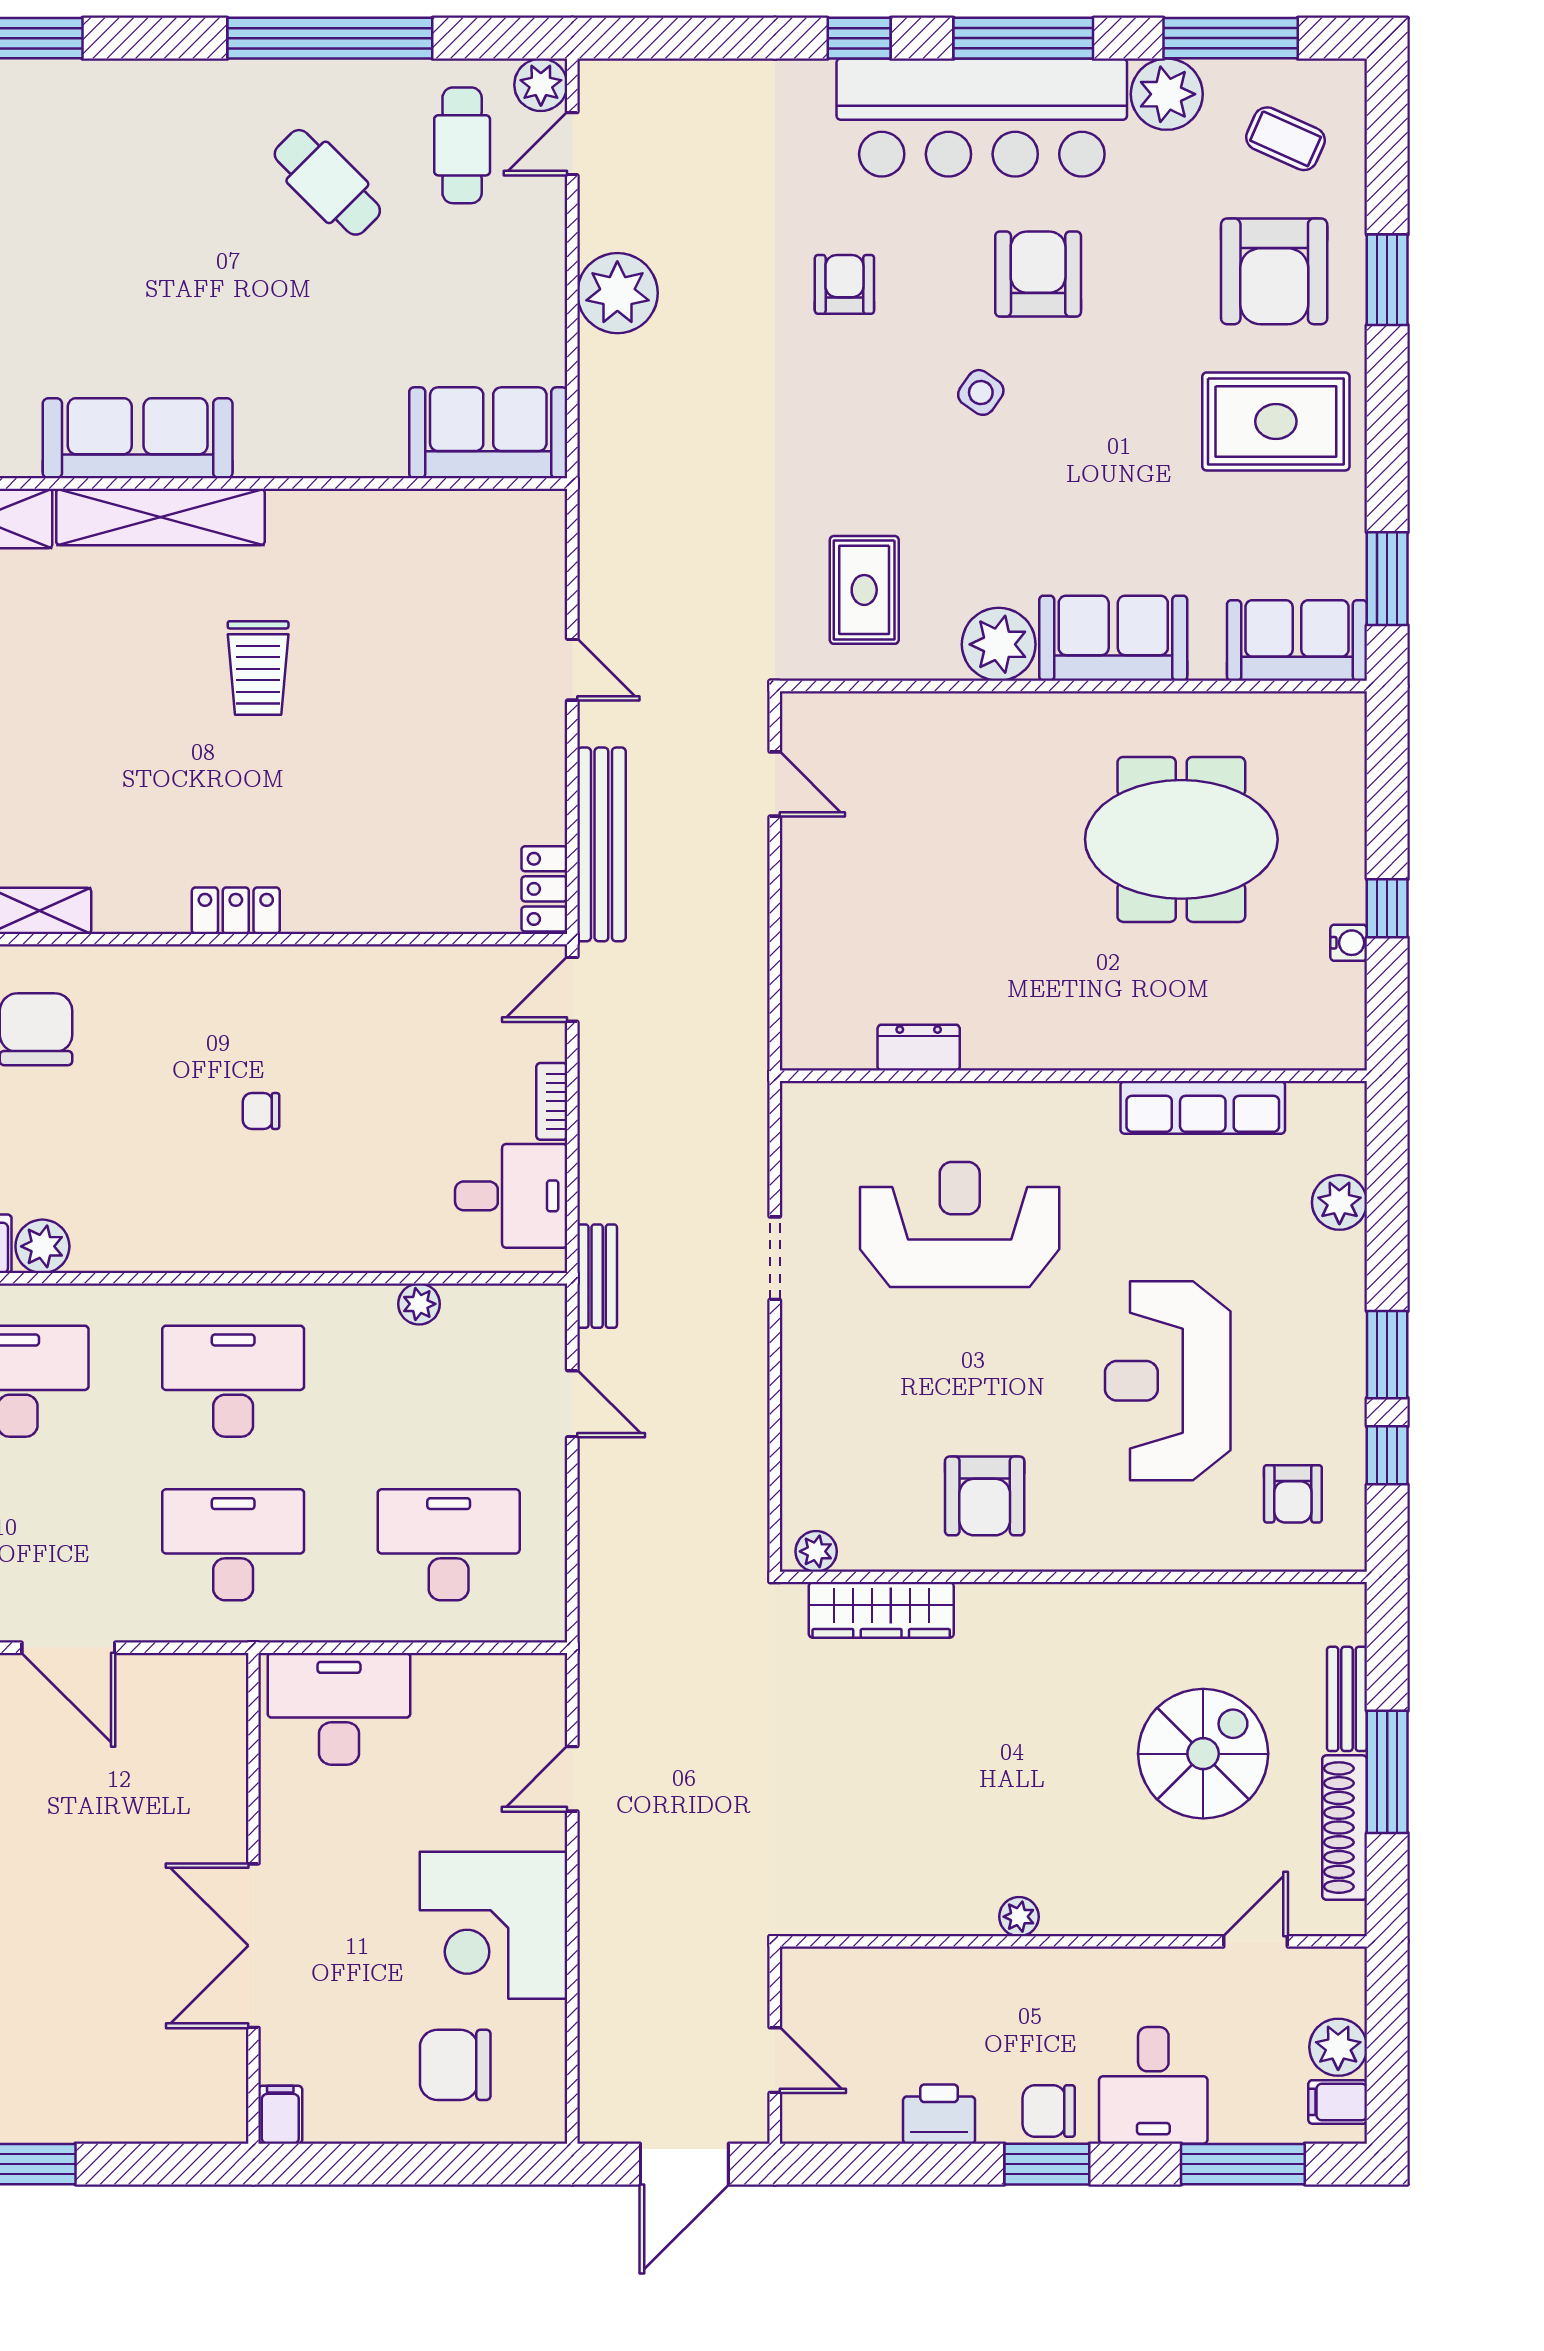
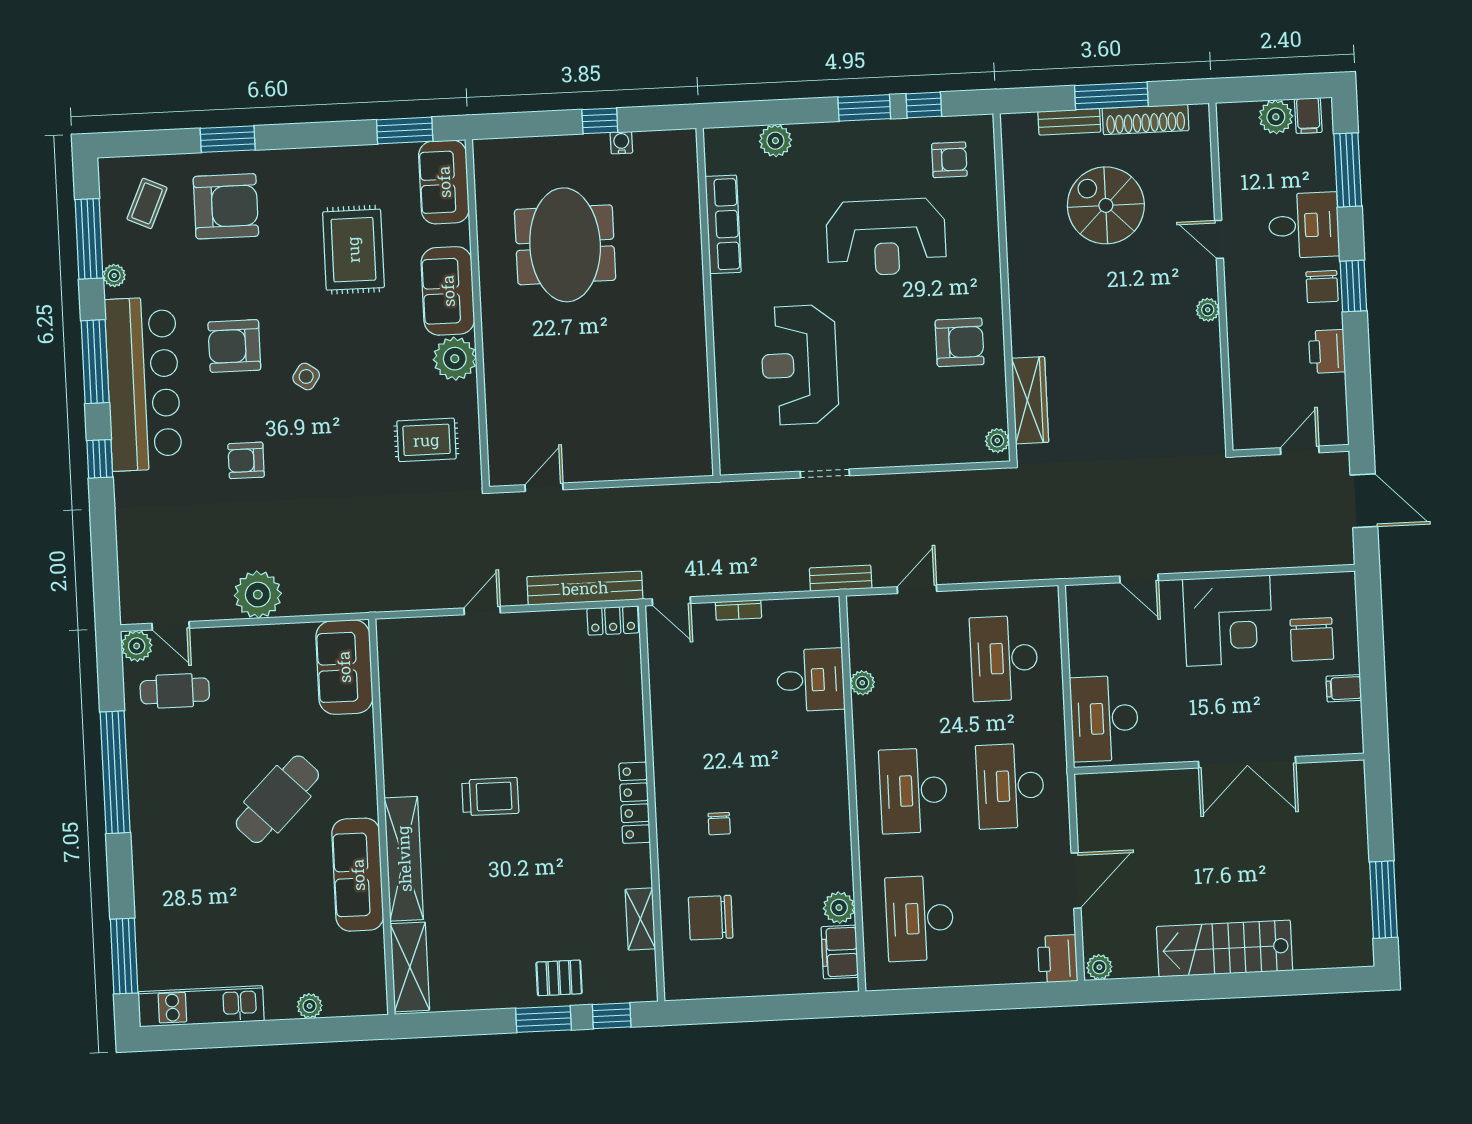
plant: (1167, 94) -> (114, 275), width x0.53, depth x0.53
cafe table: (327, 182) -> (277, 799), moved, width x1.37, depth x1.35
rug: (1276, 421) -> (353, 250), moved
locker: (236, 911) -> (635, 803), width x1.53
dresser: (919, 1048) -> (696, 394), removed
chair: (261, 1111) -> (719, 824), moved
desk: (511, 1196) -> (811, 680), moved, turned 90
door: (1256, 1941) -> (1219, 239), moved
filing cabinet: (280, 2115) -> (1344, 688), moved

